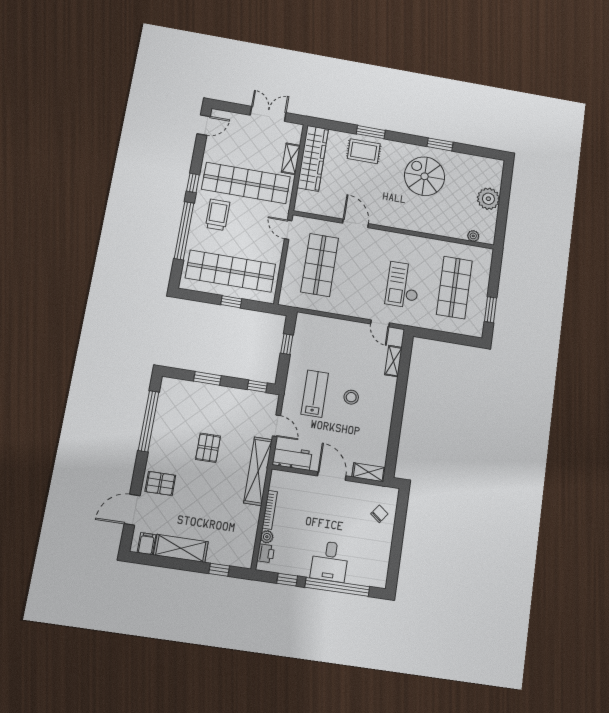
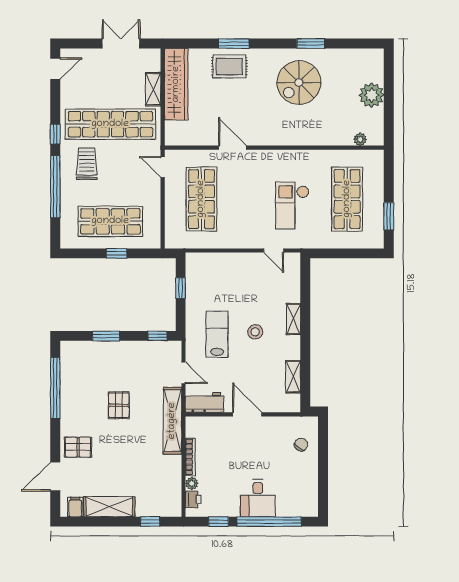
spiral stairs: (425, 176) -> (299, 83), turned -90
shop shelf: (231, 271) -> (110, 221), width x0.71
shelving: (393, 361) -> (293, 319), moved
shelving: (369, 472) -> (293, 377), moved, turned 90

